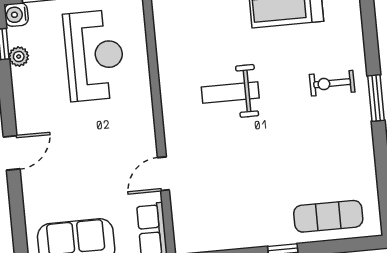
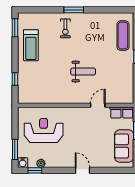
weight bench: (230, 92) -> (83, 72), moved, turned -90
door: (163, 174) -> (98, 105), swing flipped

